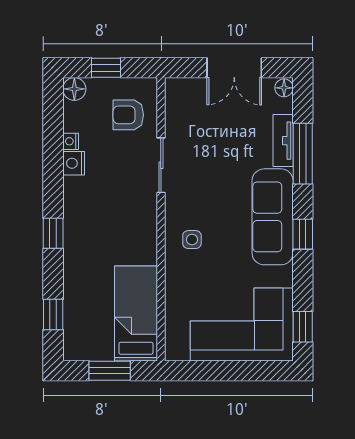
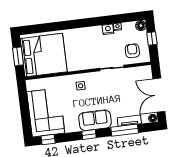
double door: (234, 68) -> (159, 95), width x1.37
sofa: (273, 217) -> (95, 120), width x0.73
window: (53, 233) -> (76, 24), removed
window: (53, 314) -> (40, 28), removed
bed: (136, 314) -> (44, 55), width x2.04

